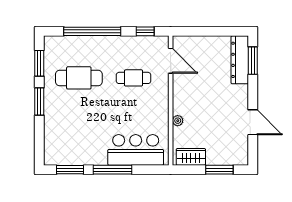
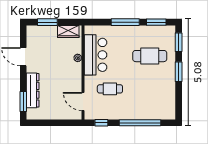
dresser: (240, 60) -> (33, 90), moved
window: (39, 63) -> (179, 42), moved
cafe table: (79, 78) -> (150, 56), moved
bar counter: (136, 150) -> (95, 55), moved, turned -90

